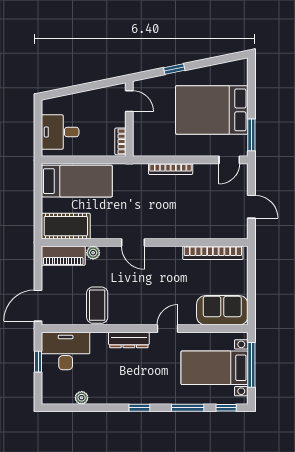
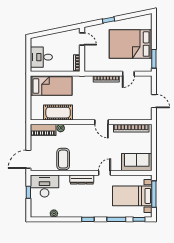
door: (229, 160) -> (128, 74), moved
cot: (66, 226) -> (58, 113), moved
door: (133, 243) -> (101, 122), moved

